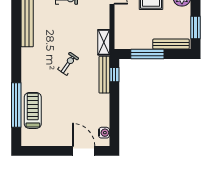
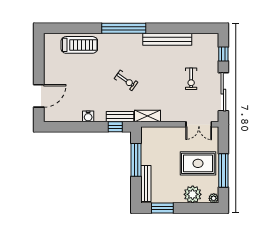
bench: (104, 75) -> (120, 117), width x0.73
window: (16, 105) -> (124, 28), moved
water cooler: (104, 133) -> (88, 116), moved

